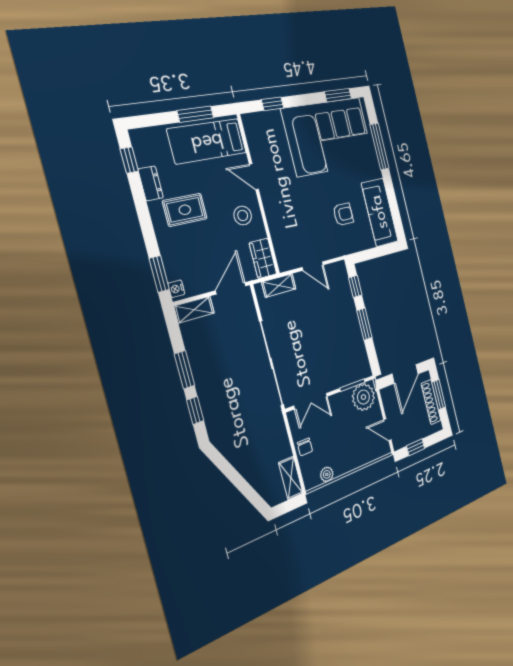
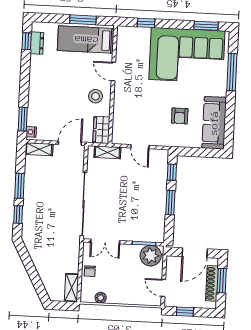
dresser: (151, 183) -> (37, 43), moved
rug: (185, 210) -> (54, 82), removed
armchair: (343, 214) -> (180, 116), turned 90

